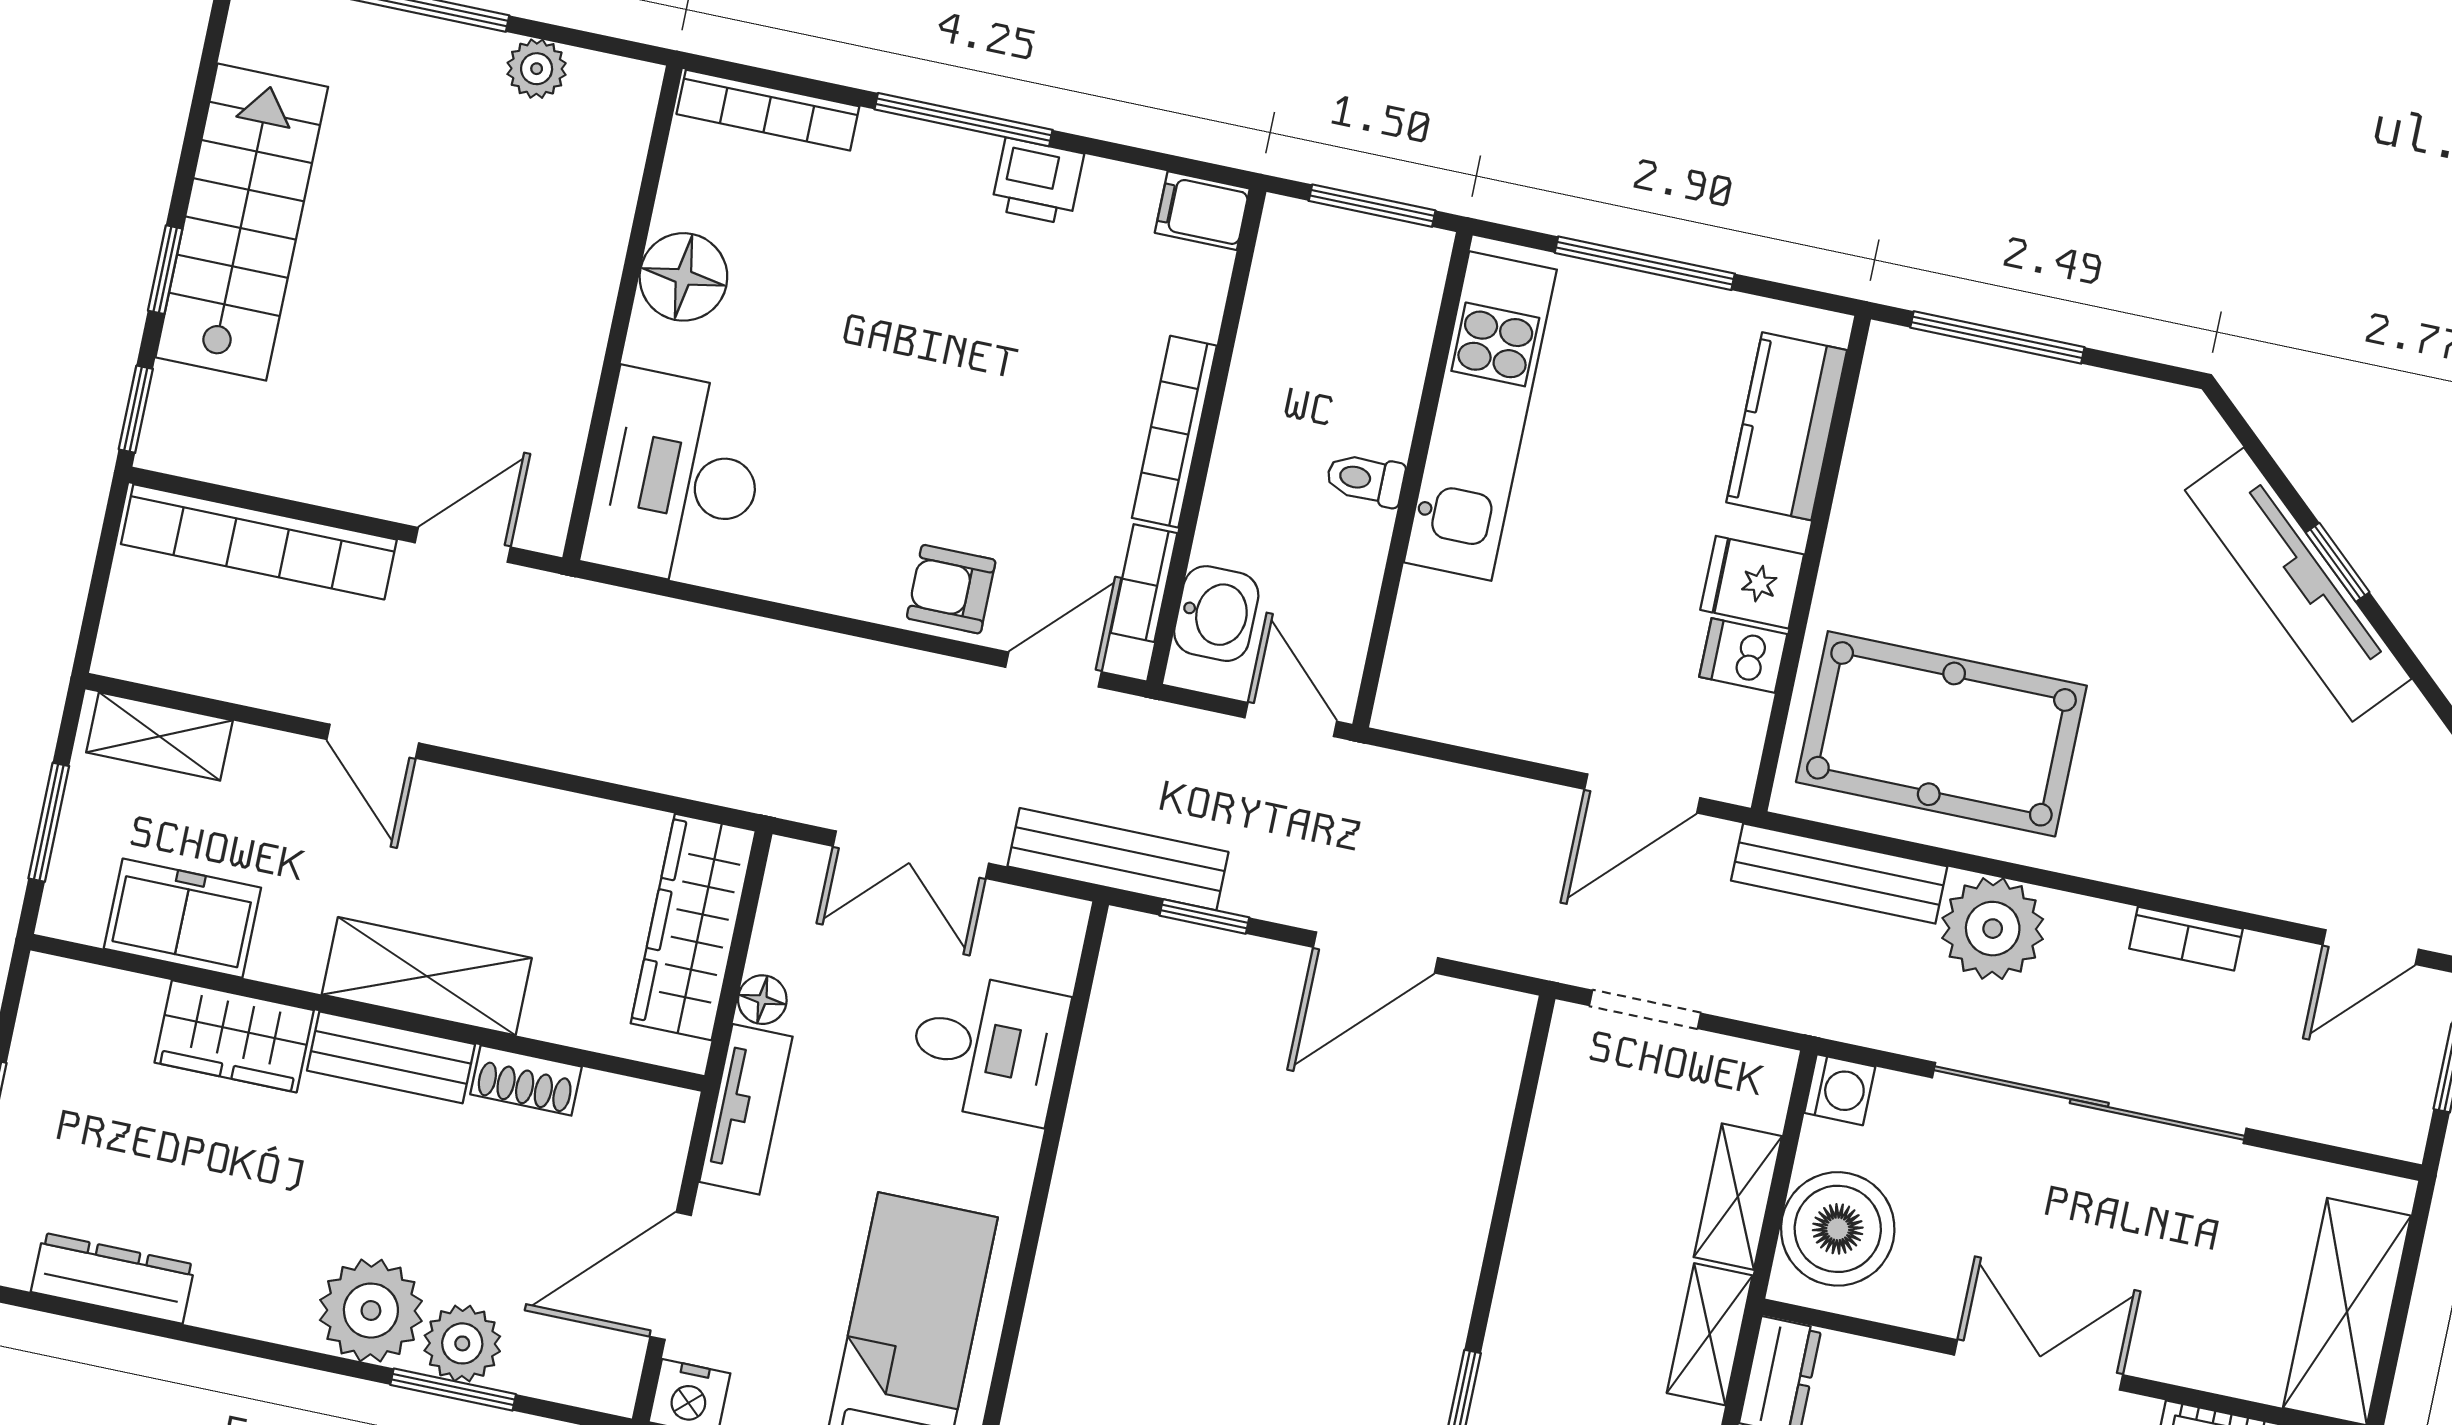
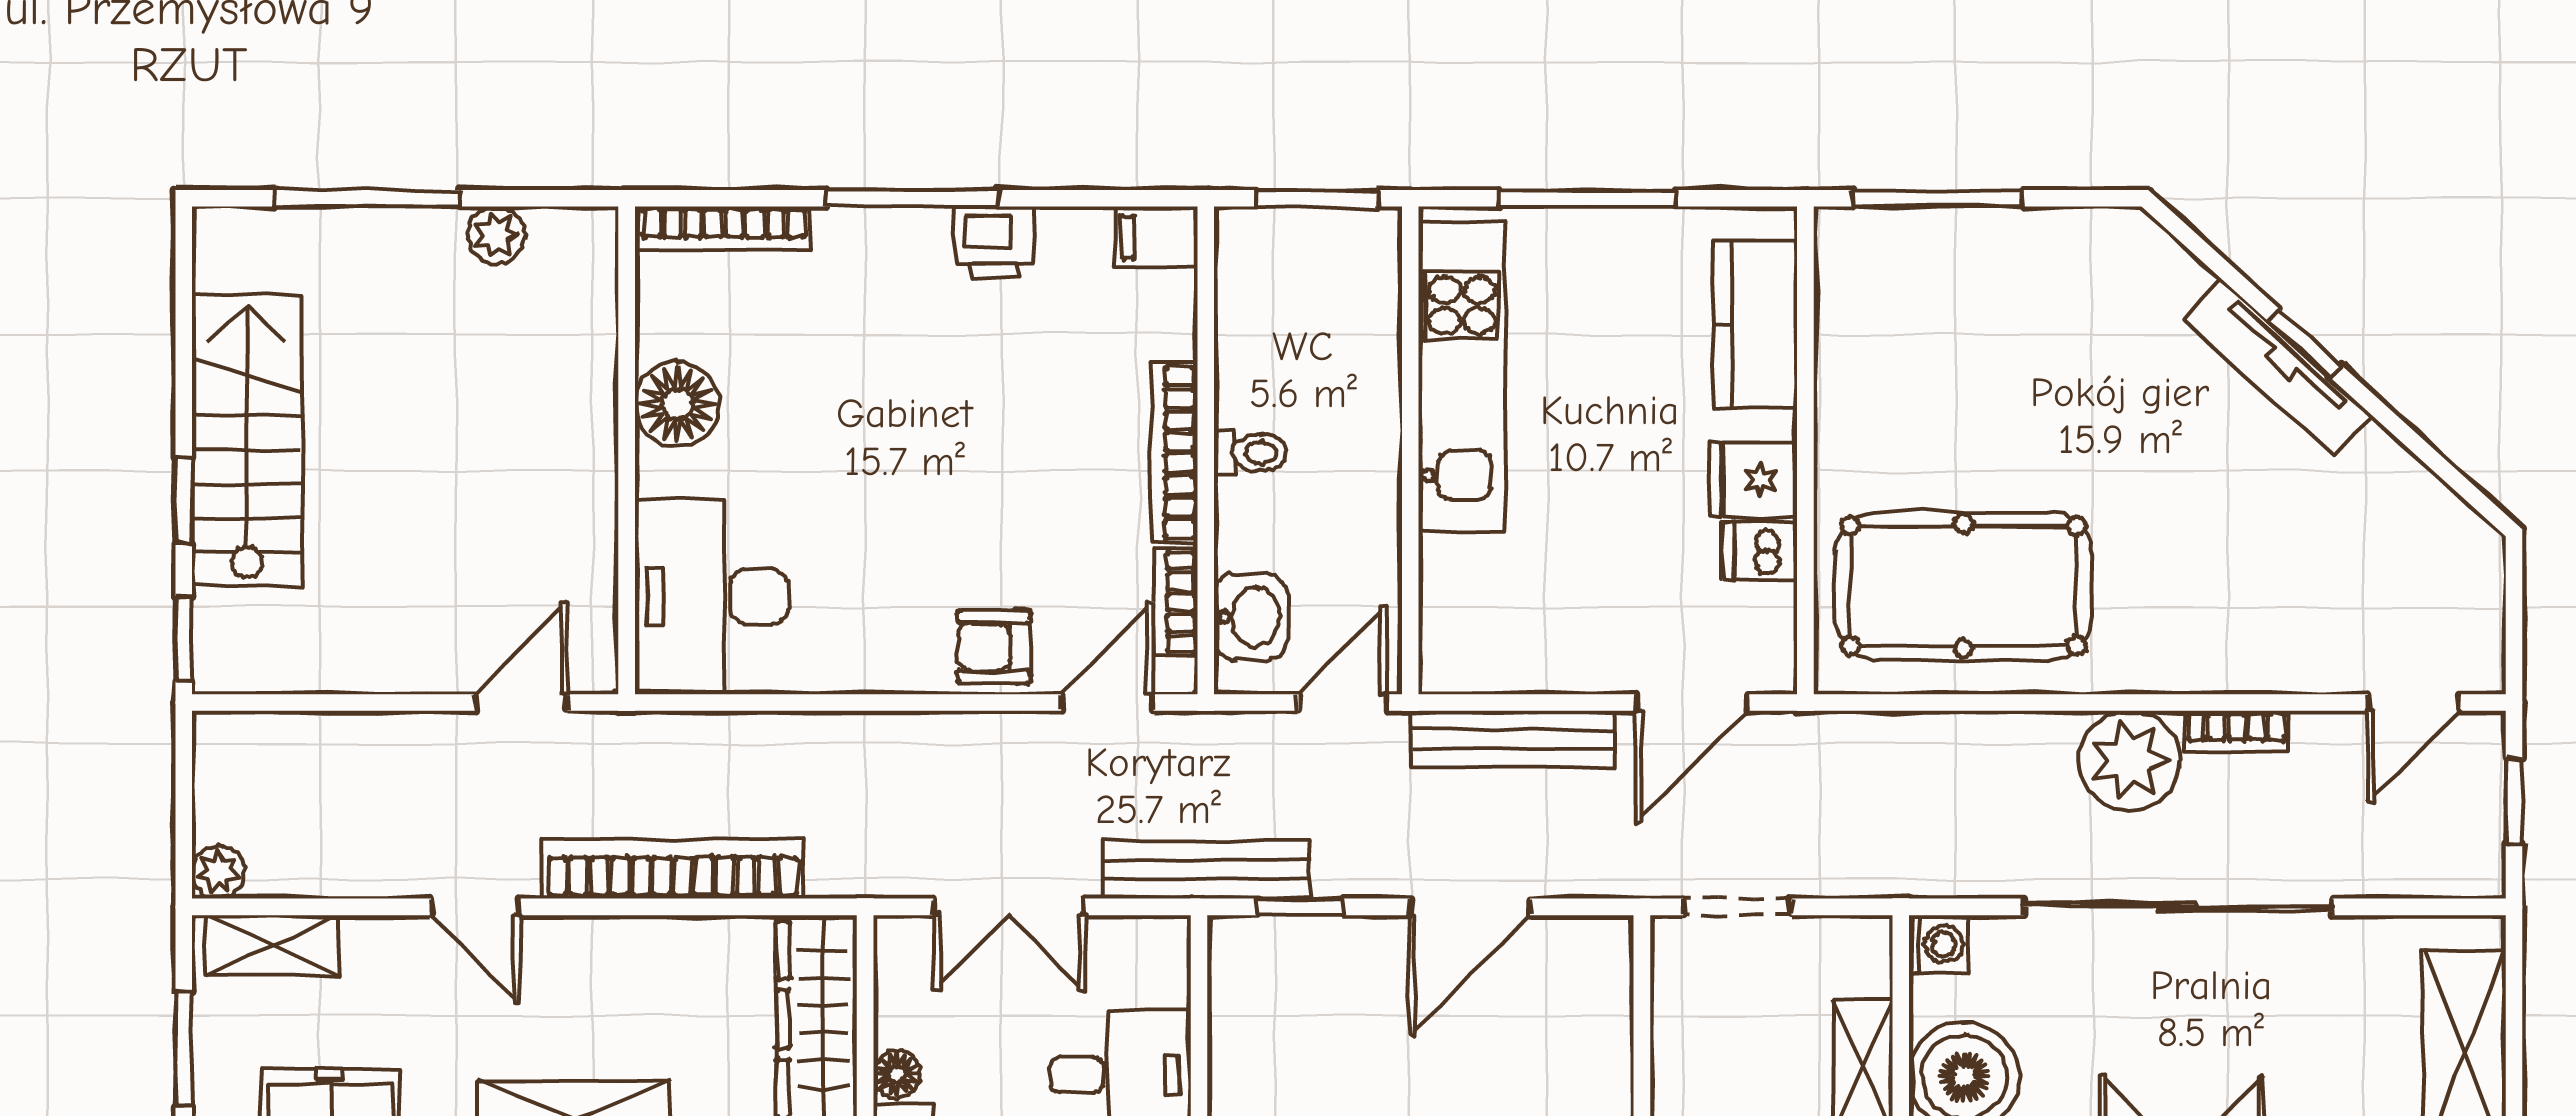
toilet: (1365, 479) -> (1250, 453), moved, turned 180
bookcase: (259, 542) -> (673, 869), moved, turned 180
tv unit: (2298, 585) -> (2278, 367), width x0.73, depth x0.78
plant: (121, 652) -> (218, 872), added
door: (1291, 719) -> (1343, 702), hinge flipped
bench: (1839, 874) -> (1513, 739), moved
plant: (1993, 929) -> (2129, 761), moved

